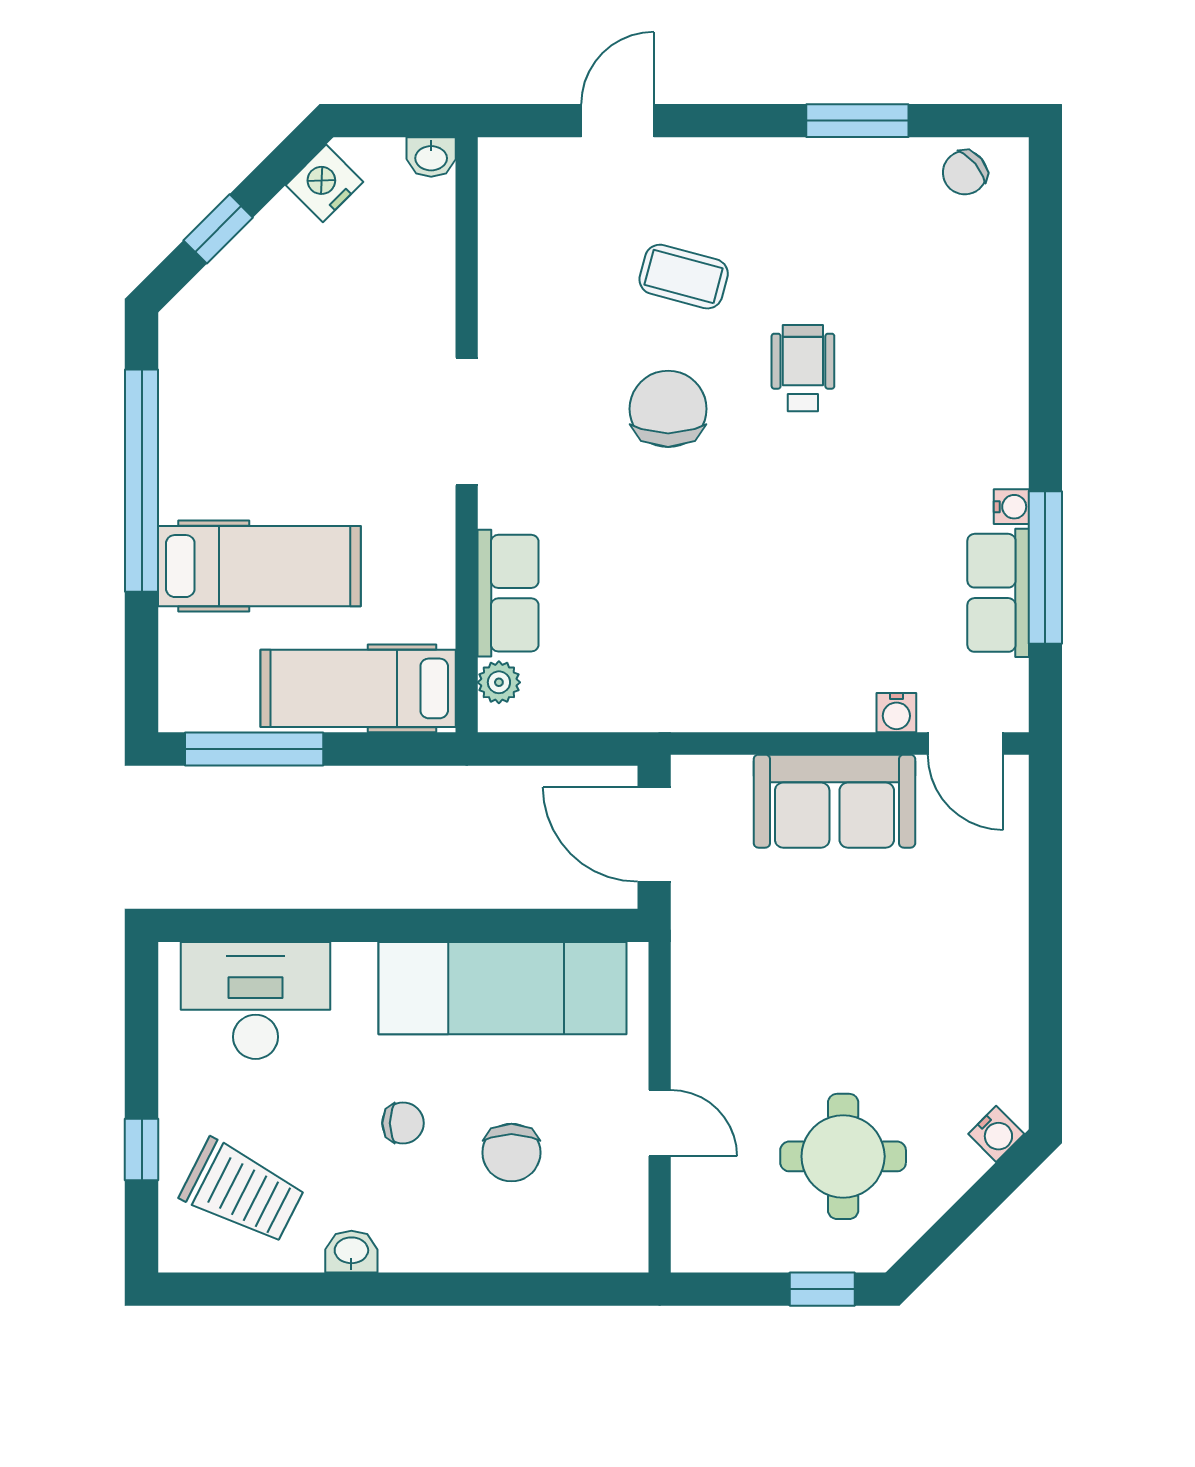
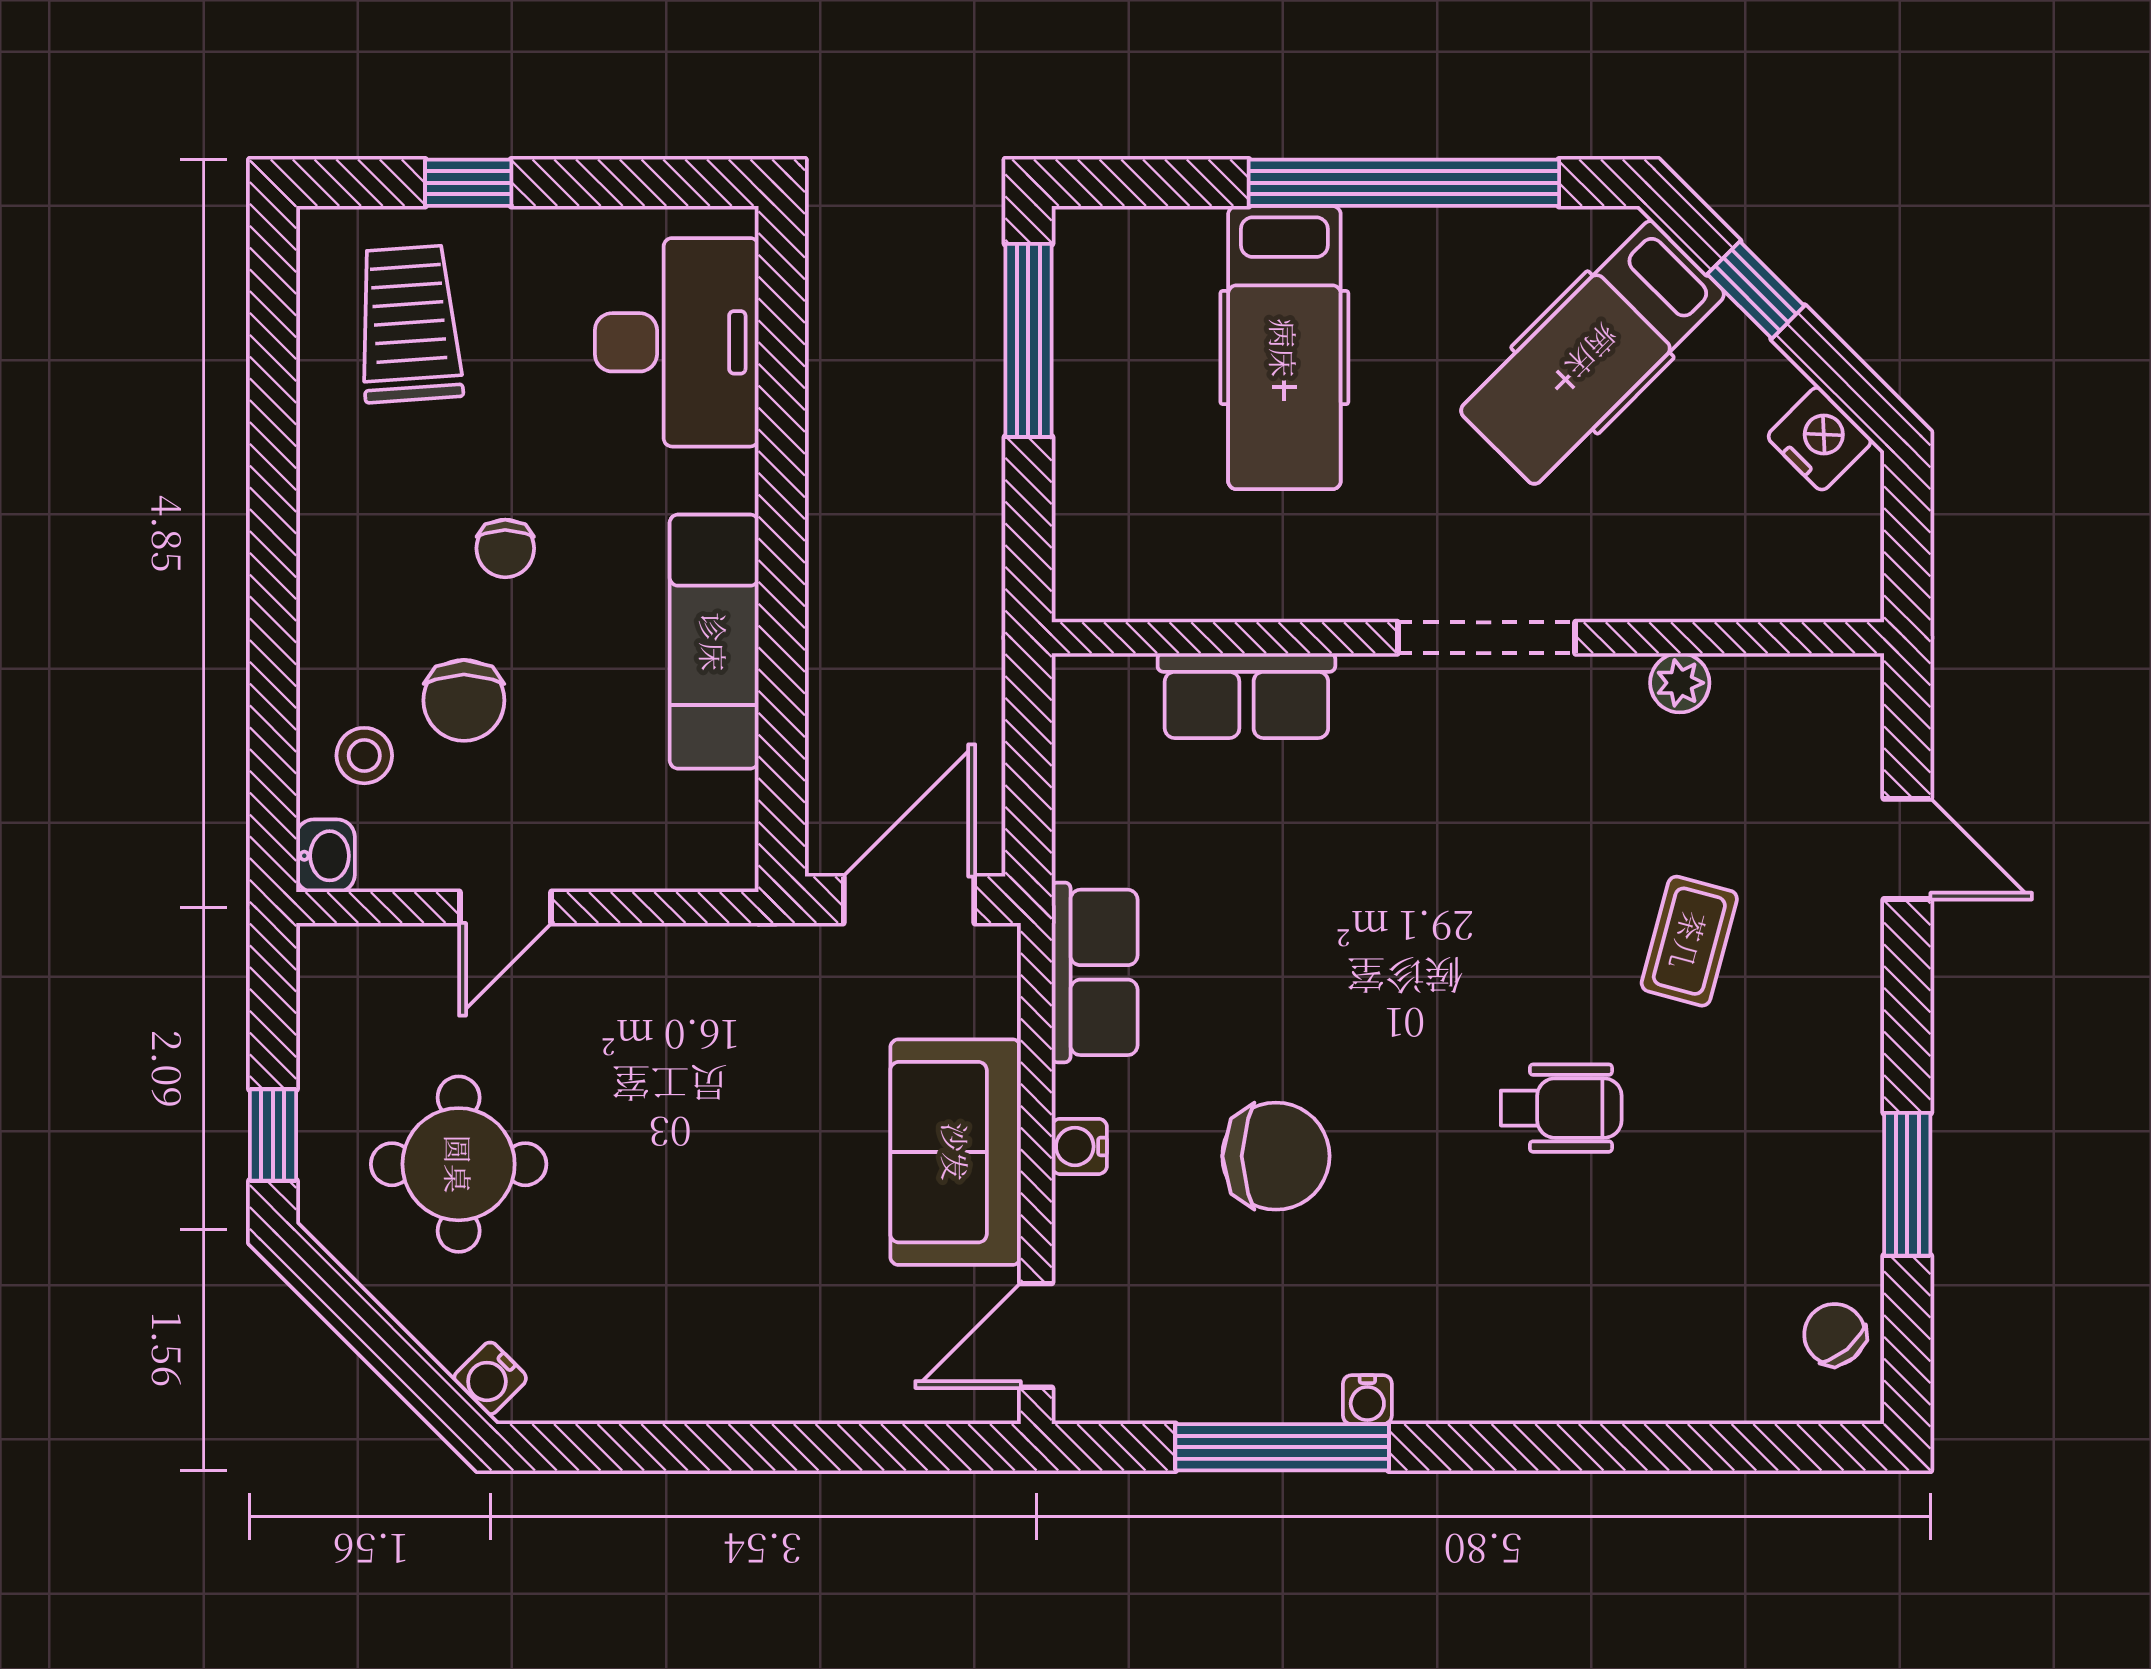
washbasin: (431, 157) -> (1856, 588), removed
chair: (668, 409) -> (1276, 1156), moved
row of seats: (998, 593) -> (1095, 972), moved, turned 90
plant: (499, 682) -> (1680, 683), moved
hospital bed: (358, 688) -> (1592, 352), moved, turned -135
water cooler: (896, 713) -> (1079, 1146), moved
exam couch: (502, 988) -> (714, 642), width x0.73, depth x0.69
chair: (511, 1153) -> (464, 700), turned -90
trolley: (242, 1192) -> (409, 324), turned 149
stool: (551, 1224) -> (364, 756), added
washbasin: (351, 1252) -> (325, 856), moved

